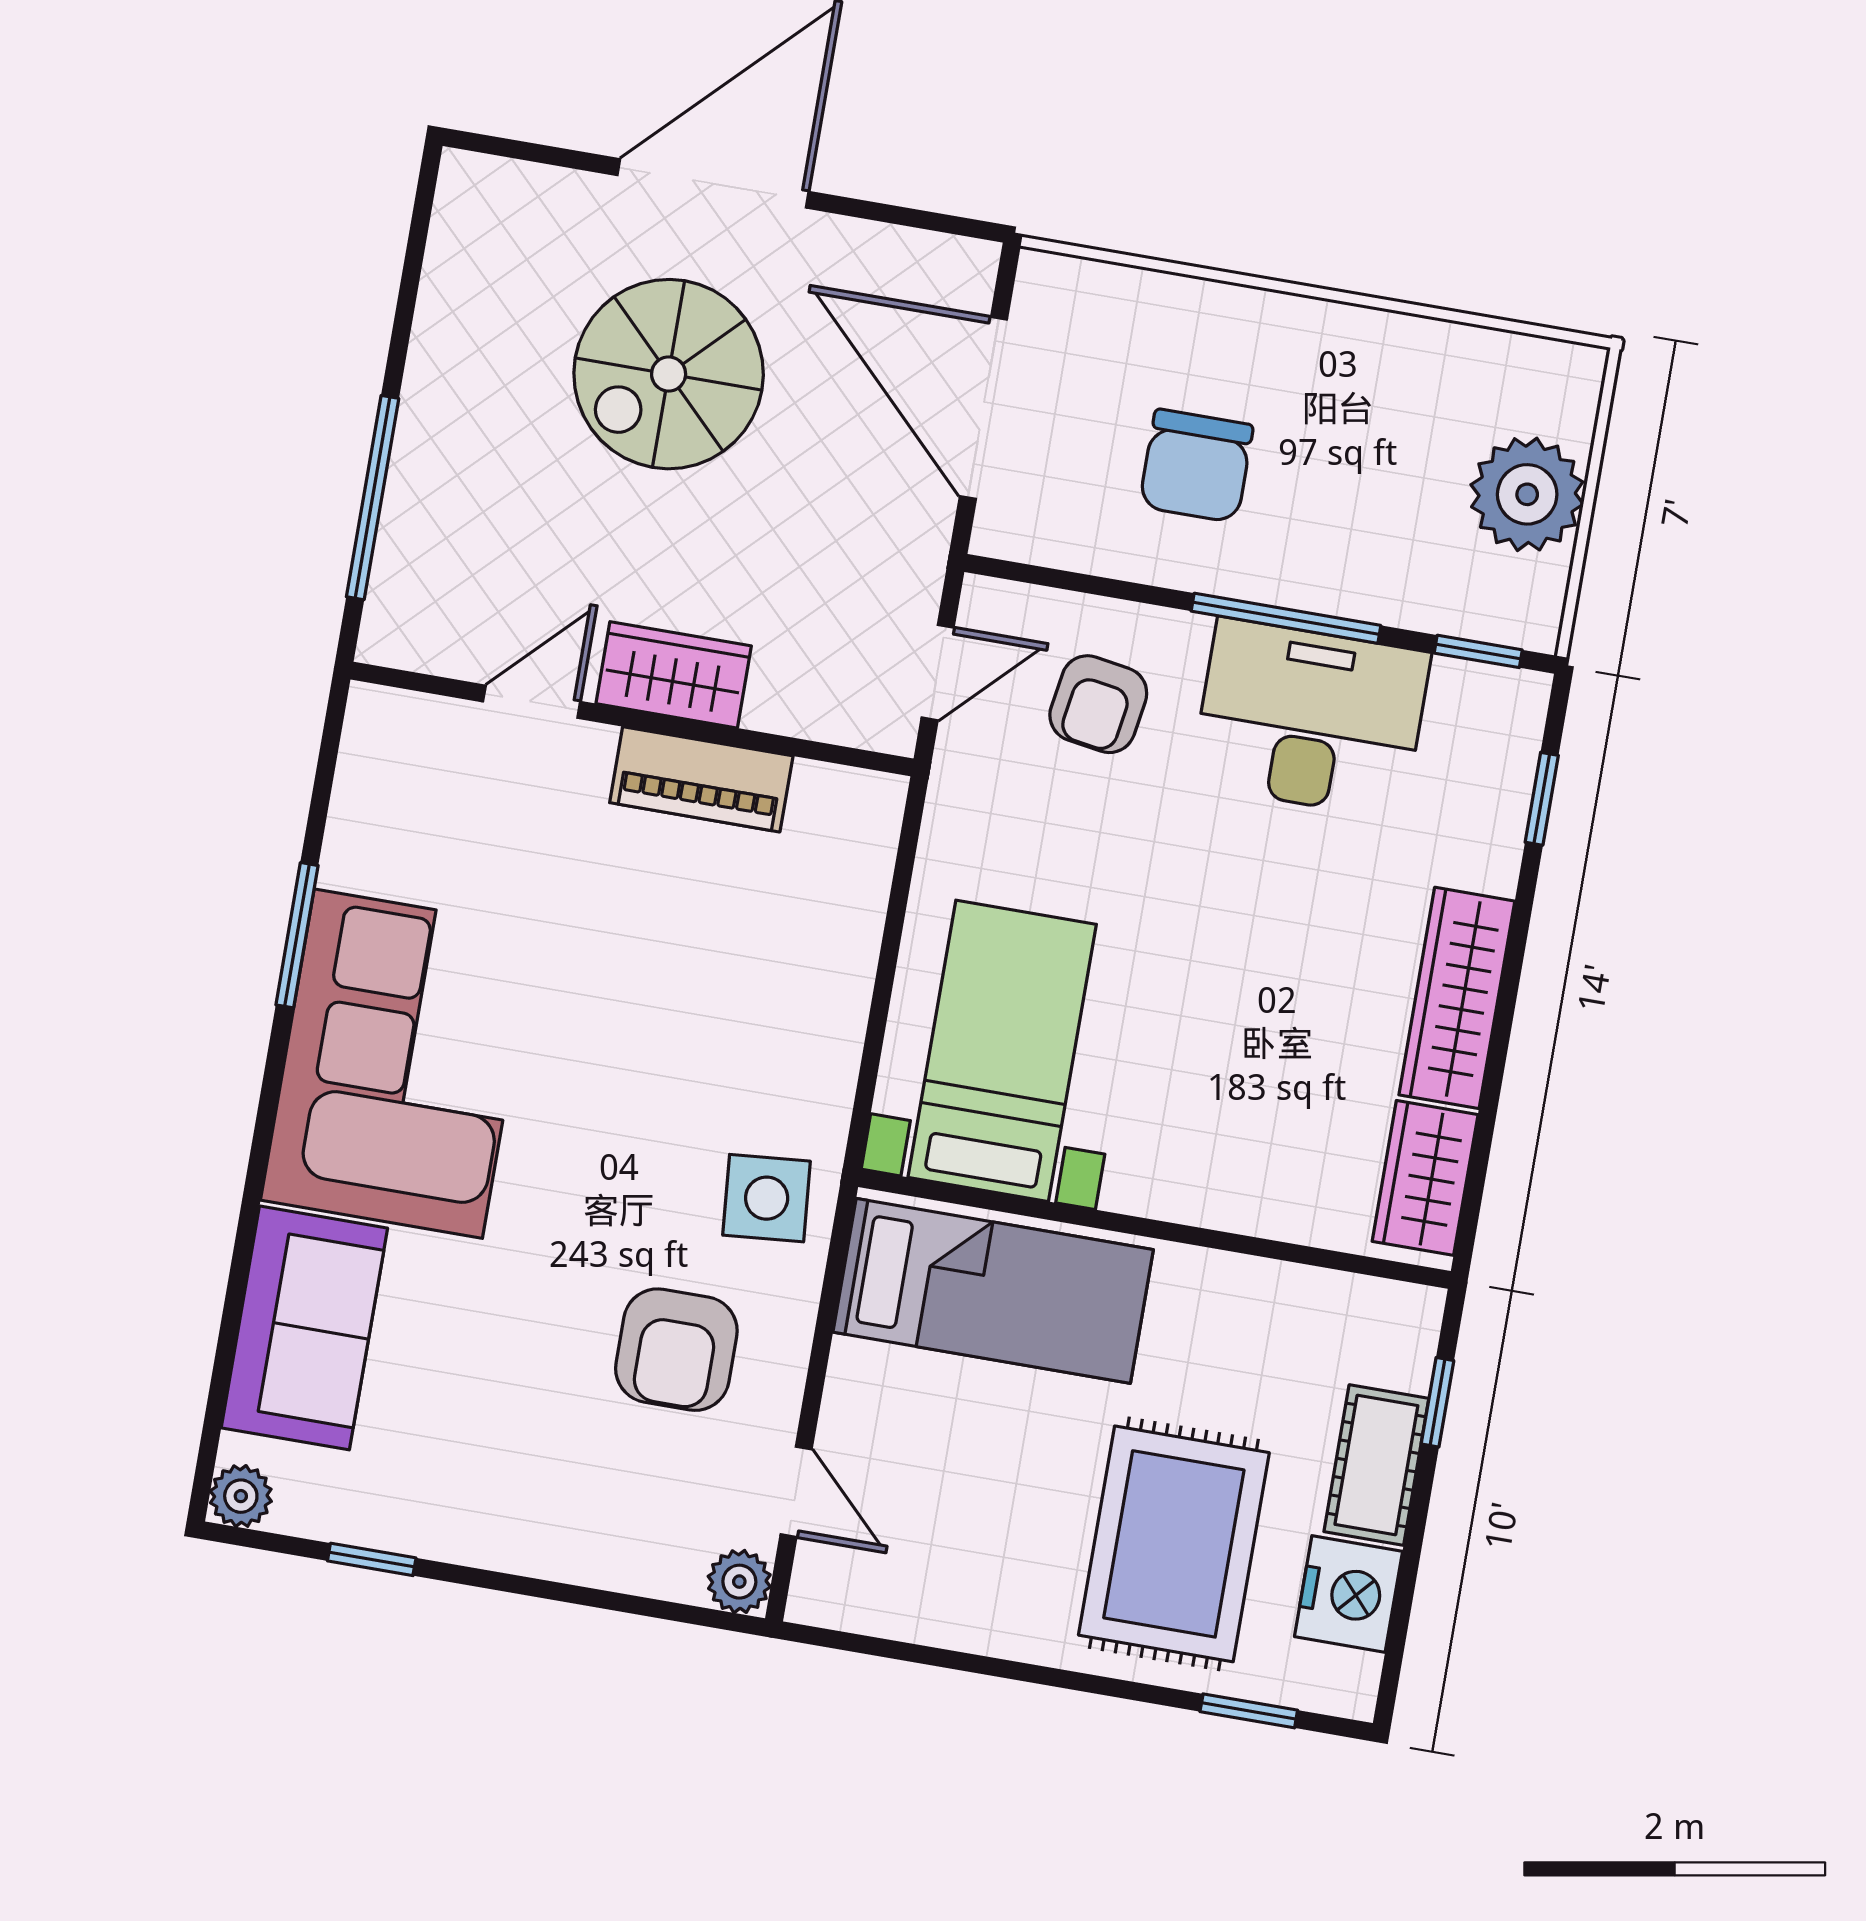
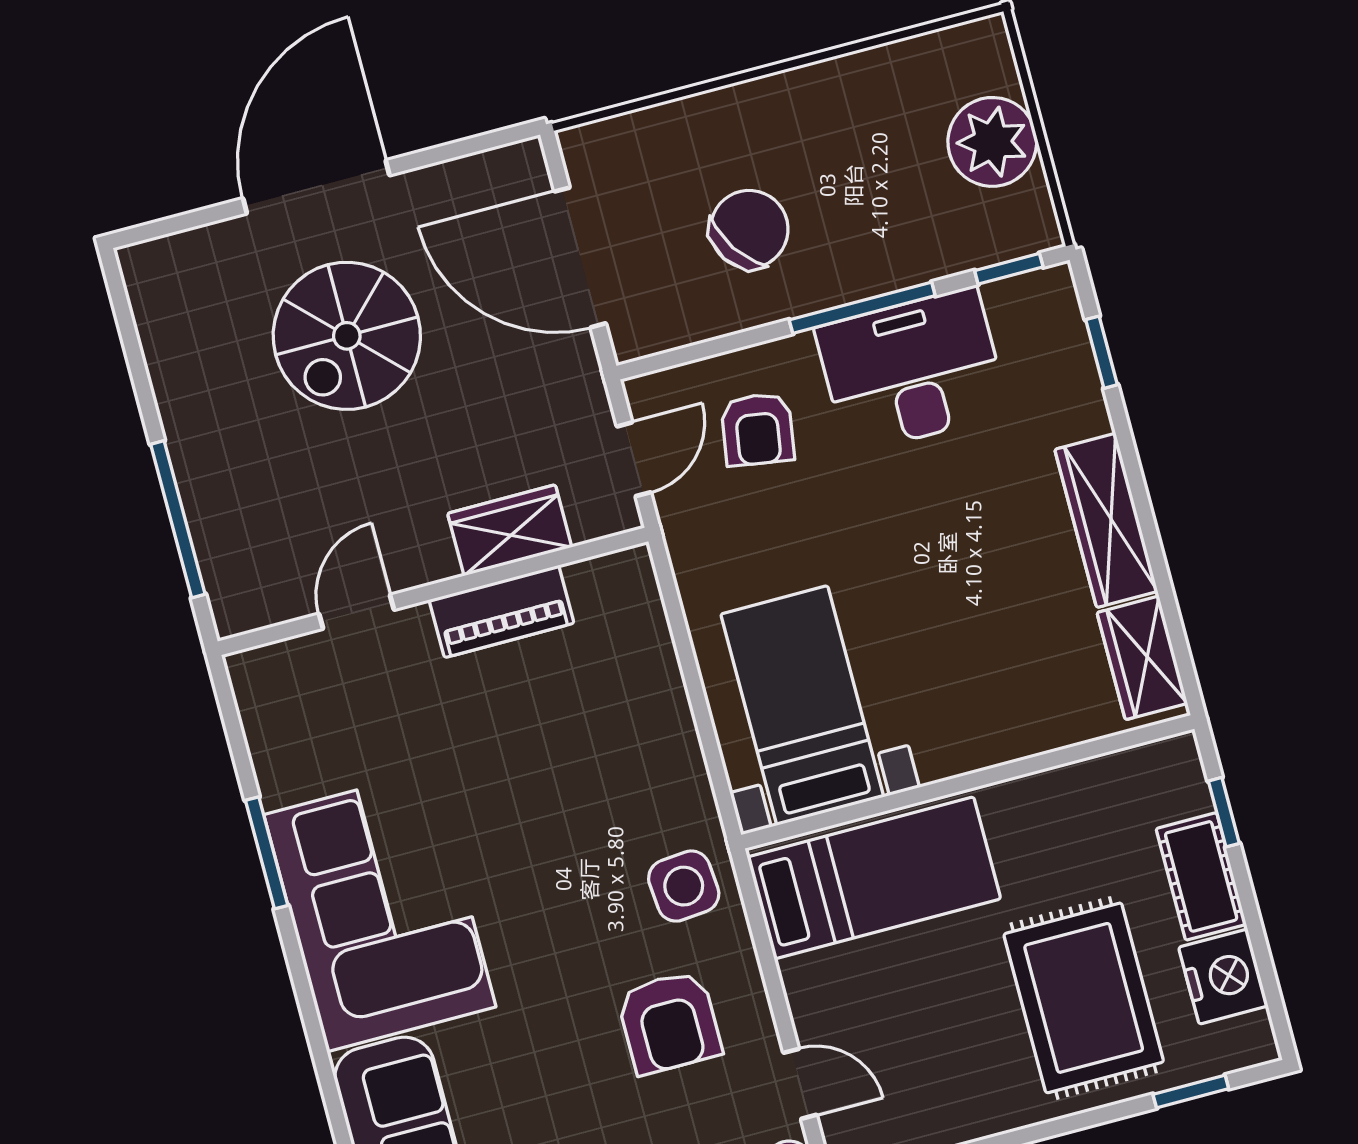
chair: (1196, 466) -> (749, 229), turned -124
wardrobe: (674, 675) -> (510, 530), moved

